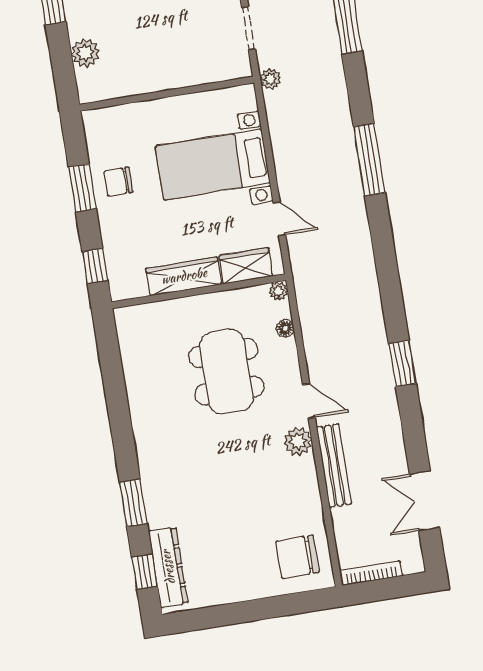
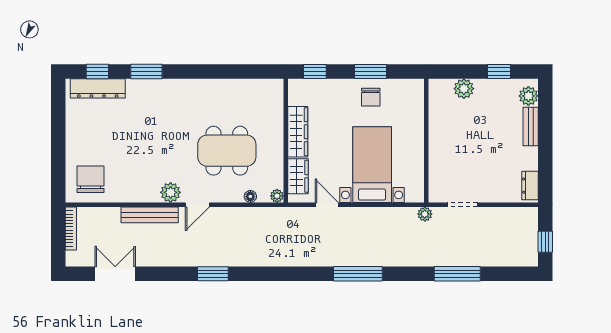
chair: (118, 182) -> (371, 97), turned 180
door: (279, 219) -> (327, 205), swing flipped

